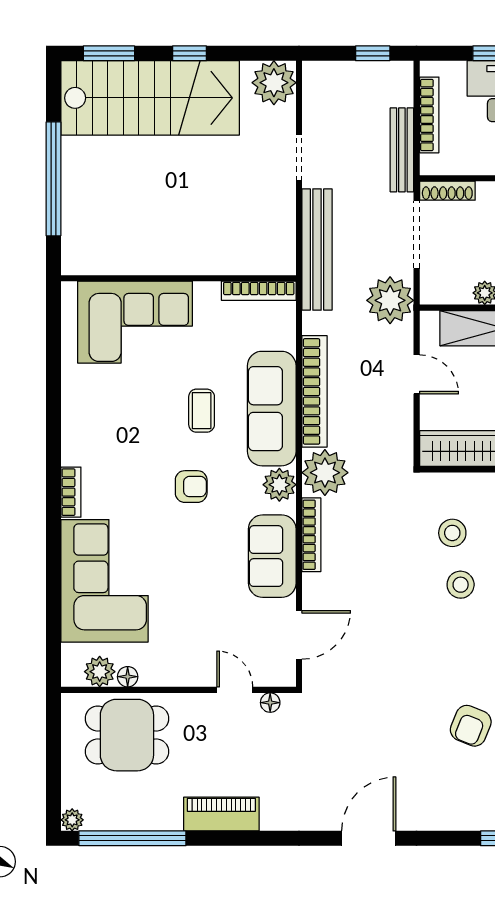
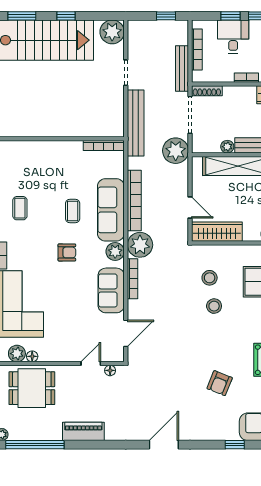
corner sofa: (135, 322) -> (36, 163), removed
door: (417, 374) -> (190, 207), moved
coffee table: (105, 405) -> (20, 208), added
door: (235, 690) -> (91, 364), hinge flipped

